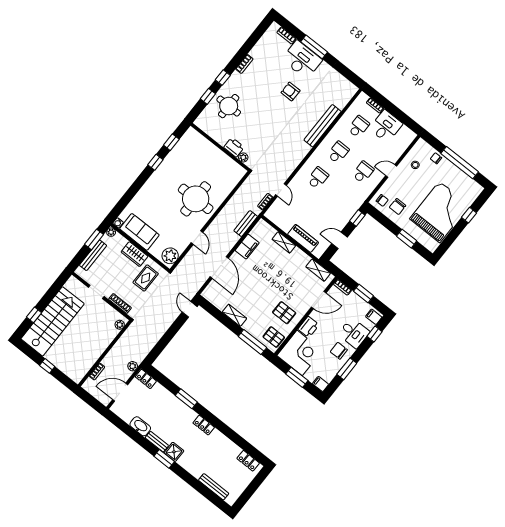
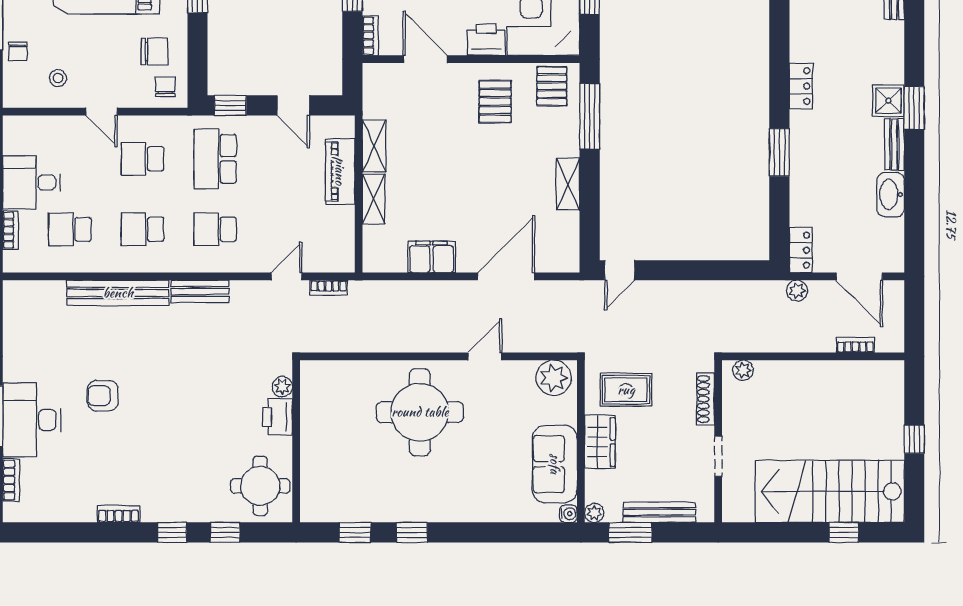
armchair: (291, 92) -> (103, 396), turned 90
round table: (229, 106) -> (260, 486), moved
school desk: (343, 198) -> (215, 159), added
bench: (246, 224) -> (200, 291), moved
shelving: (318, 270) -> (374, 146), moved

